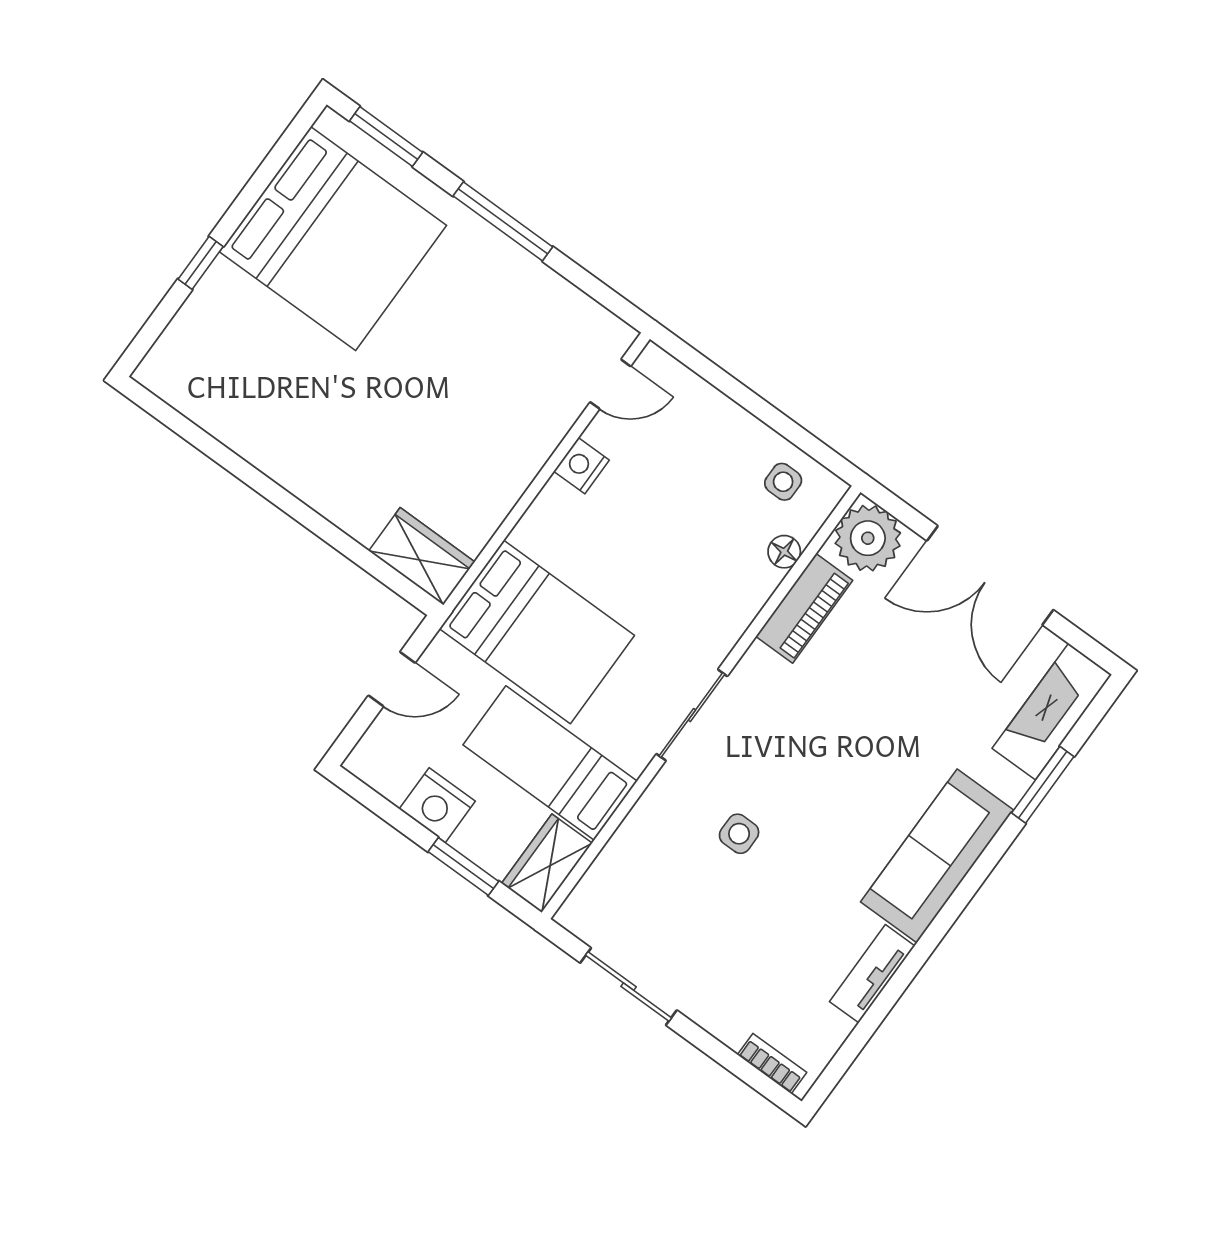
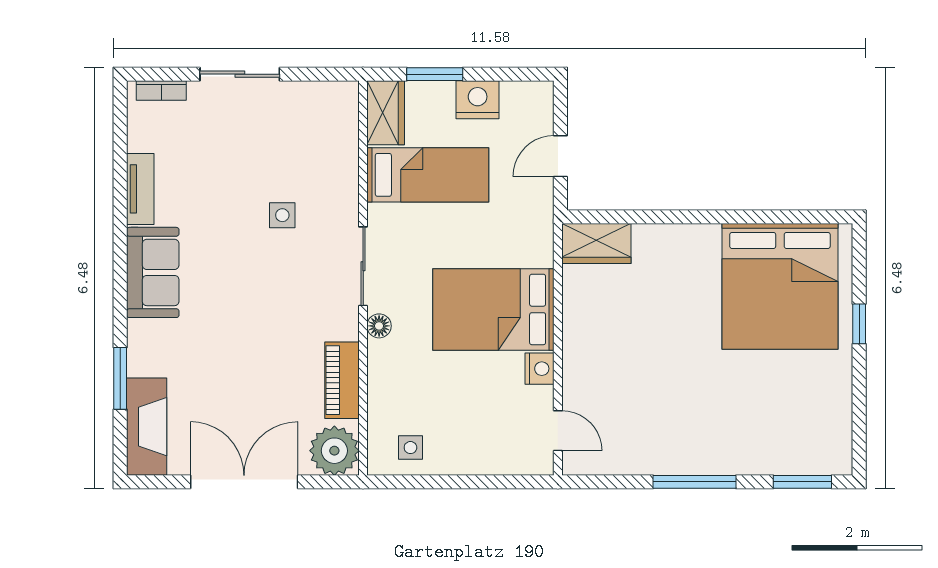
bed: (333, 239) -> (780, 286), moved, turned -90
door: (610, 384) -> (558, 431), swing flipped
floor lamp: (784, 552) -> (379, 326), moved
bed: (537, 632) -> (493, 309), moved
sofa: (937, 856) -> (153, 272), width x0.73
sliding door: (629, 987) -> (240, 74), moved

